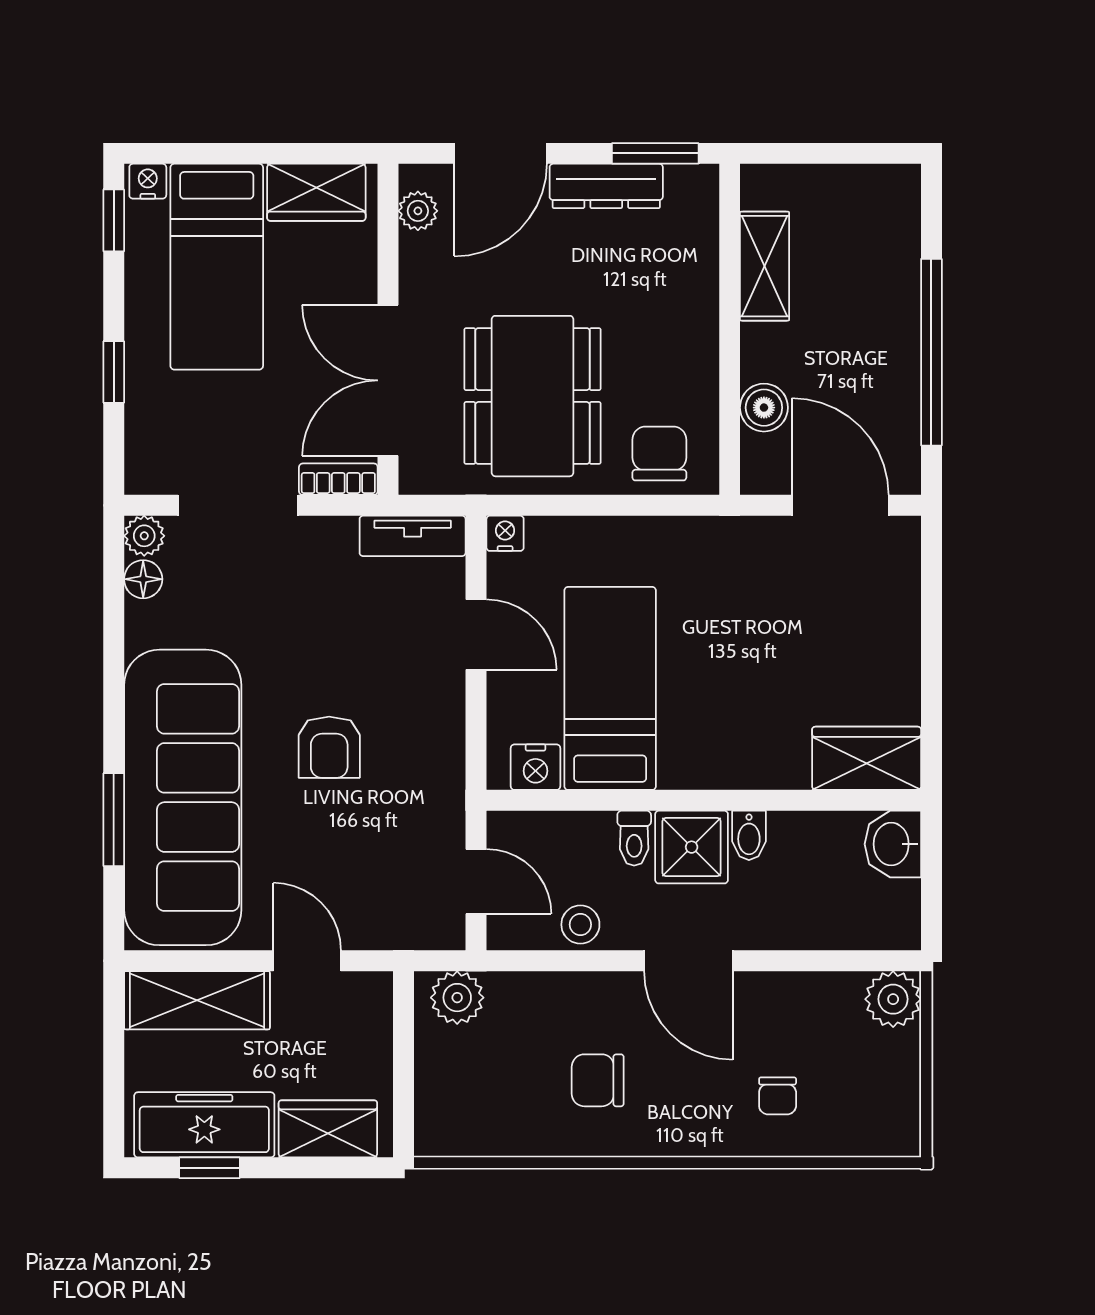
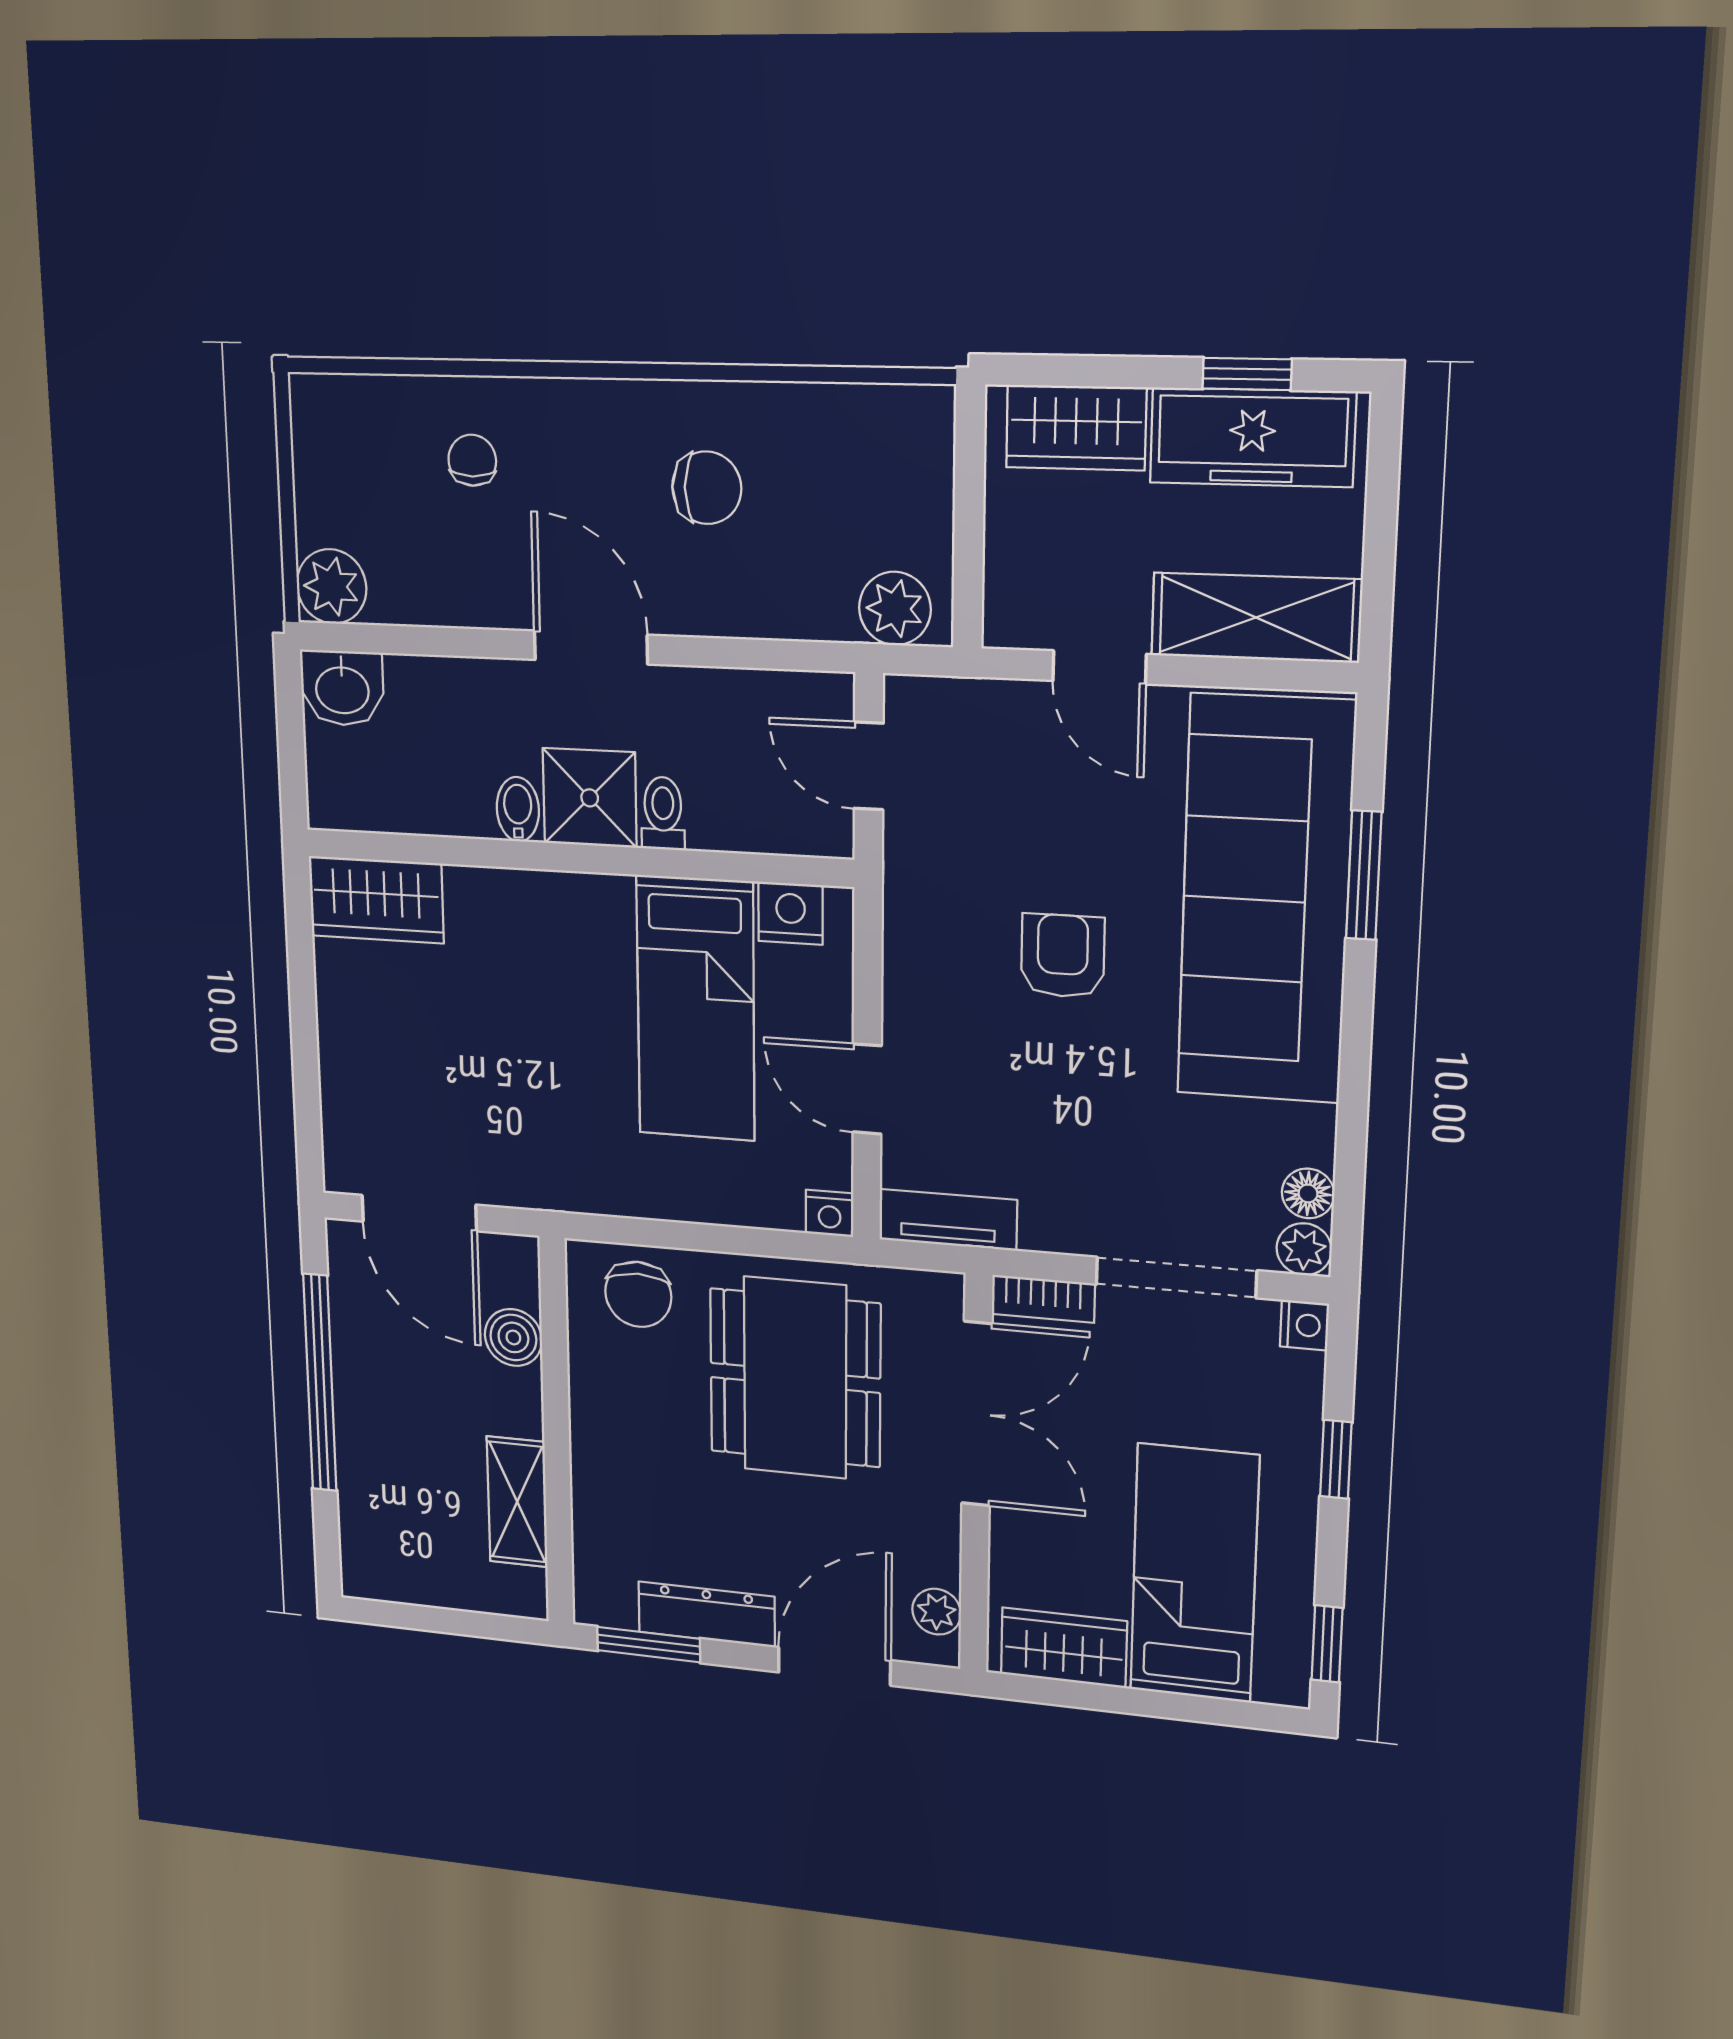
nightstand: (148, 181) -> (1304, 1325), moved, turned -90
washbasin: (893, 844) -> (342, 688), moved, turned 90
stool: (580, 925) -> (731, 702), removed

